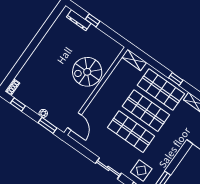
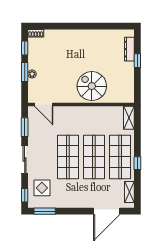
door: (75, 121) -> (44, 104), hinge flipped
window: (47, 125) -> (25, 72), moved
window: (82, 150) -> (25, 127), added

